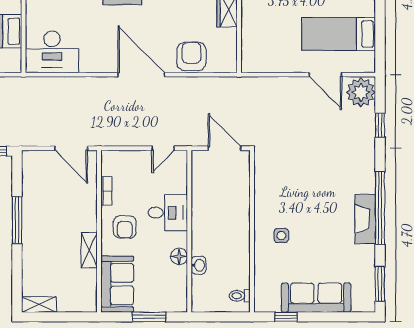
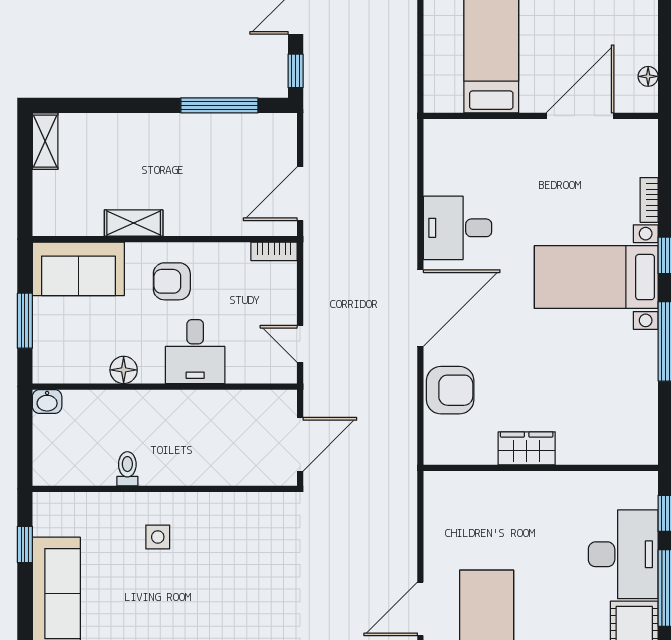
desk: (52, 52) -> (458, 228), moved, width x0.73
bookcase: (107, 191) -> (274, 251), moved
window: (17, 220) -> (219, 105), moved
washbasin: (198, 265) -> (47, 402), moved
toilet: (240, 296) -> (127, 469), moved

